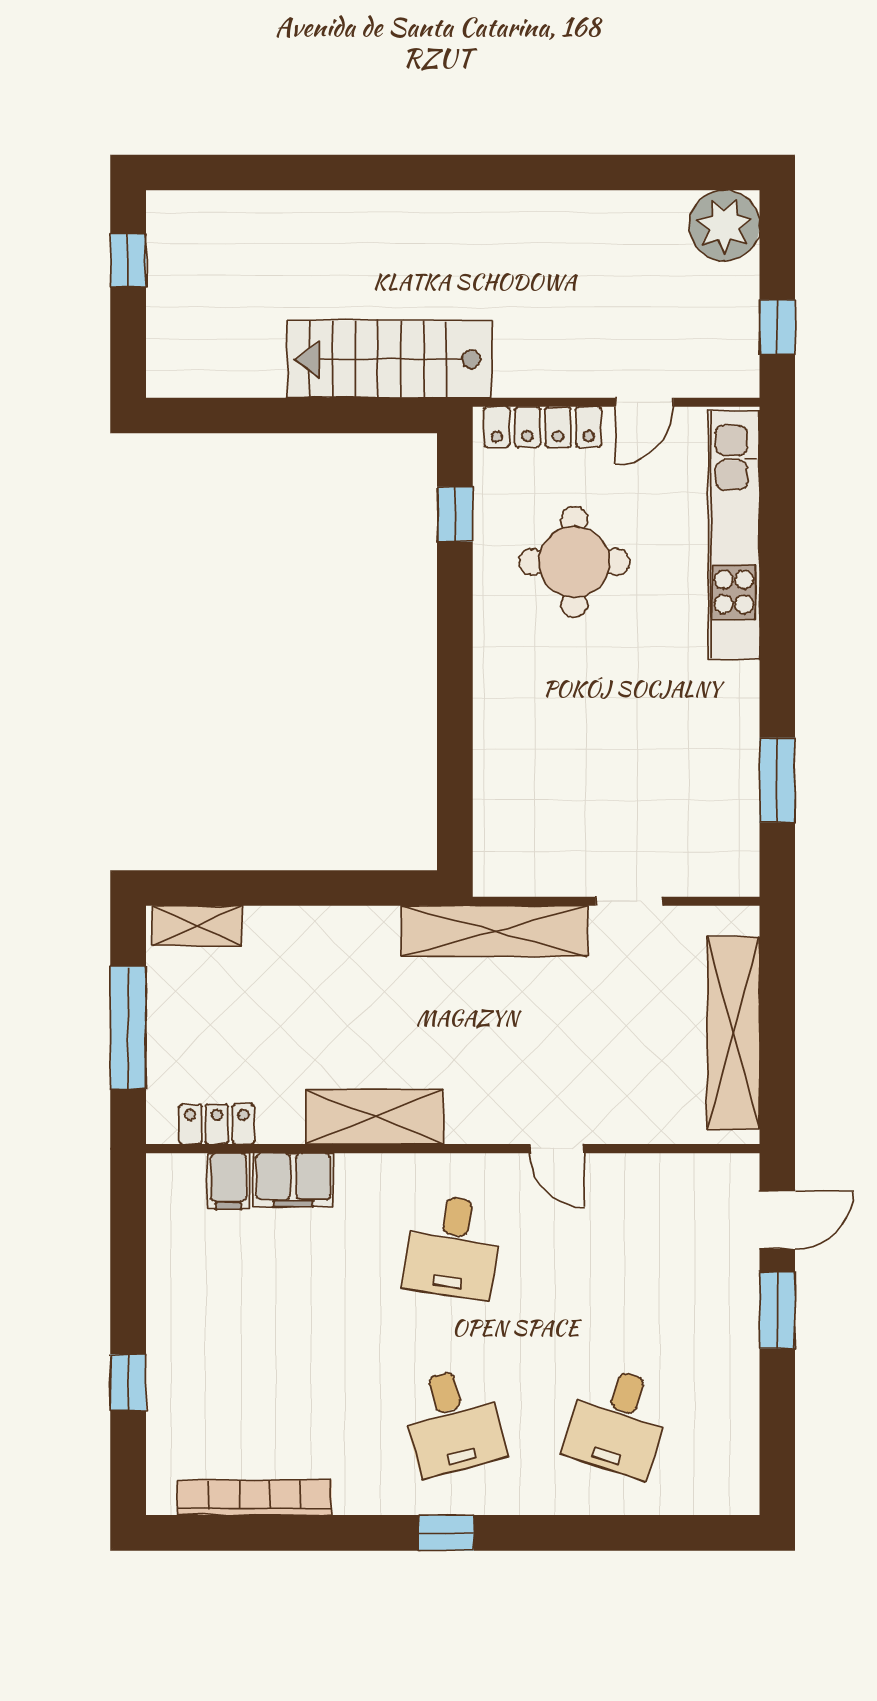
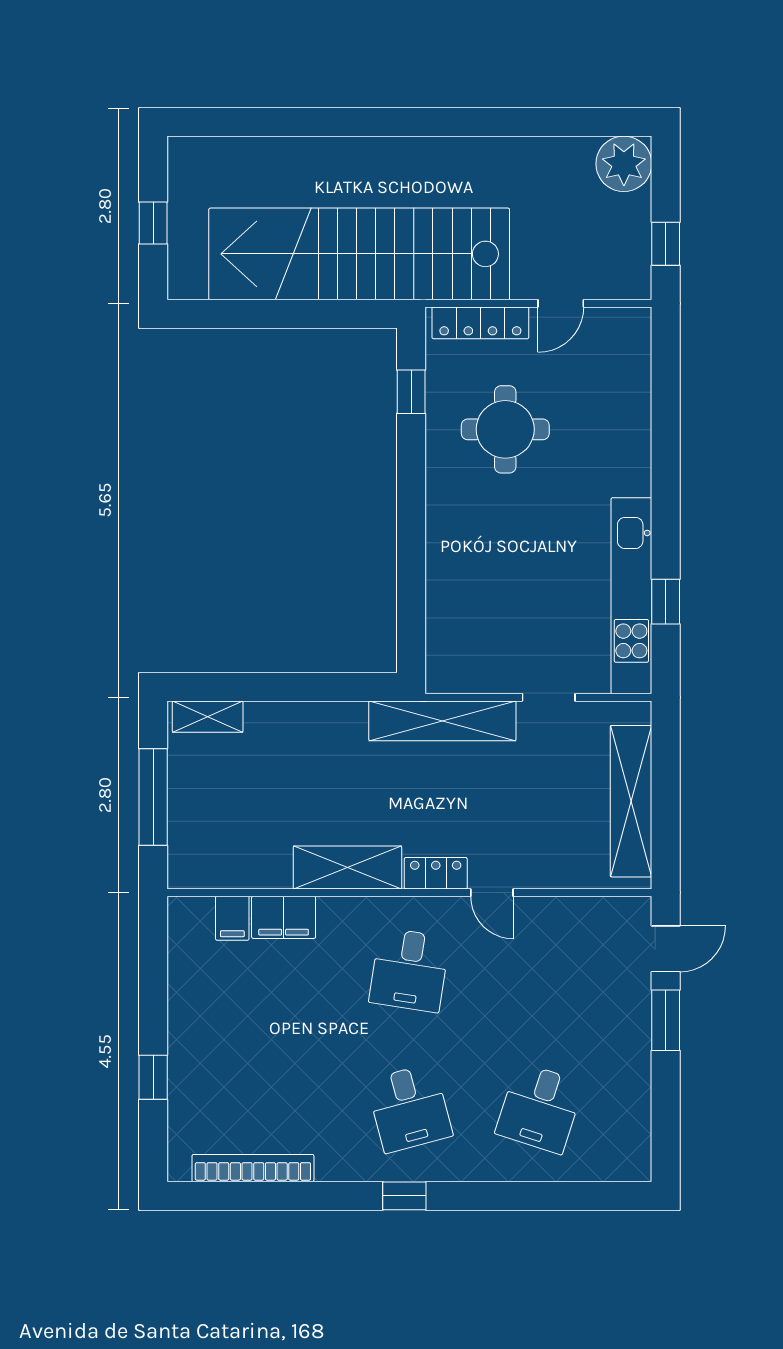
window: (128, 260) -> (153, 223), moved
stairs: (389, 359) -> (359, 254), width x1.86, depth x1.51
kitchen unit: (734, 535) -> (631, 596), moved
window: (777, 780) -> (666, 602), width x0.67
locker: (217, 1124) -> (436, 873), moved

